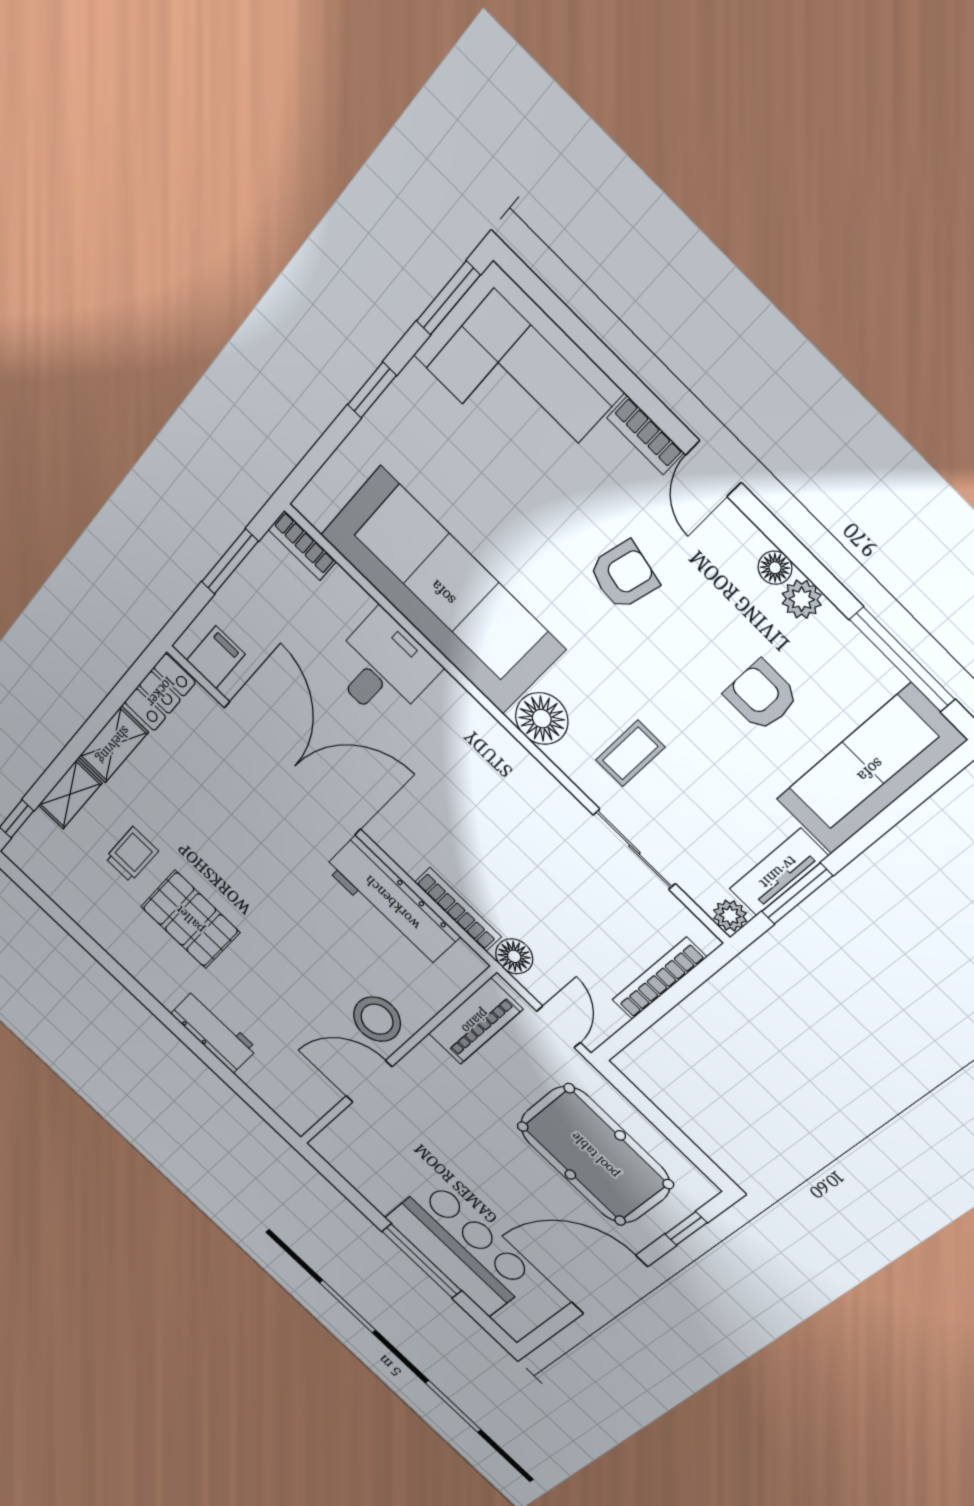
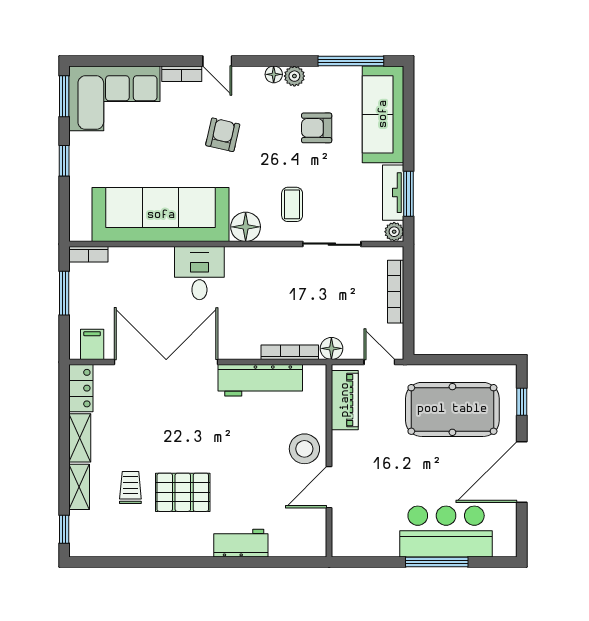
desk: (383, 667) -> (199, 273), moved

